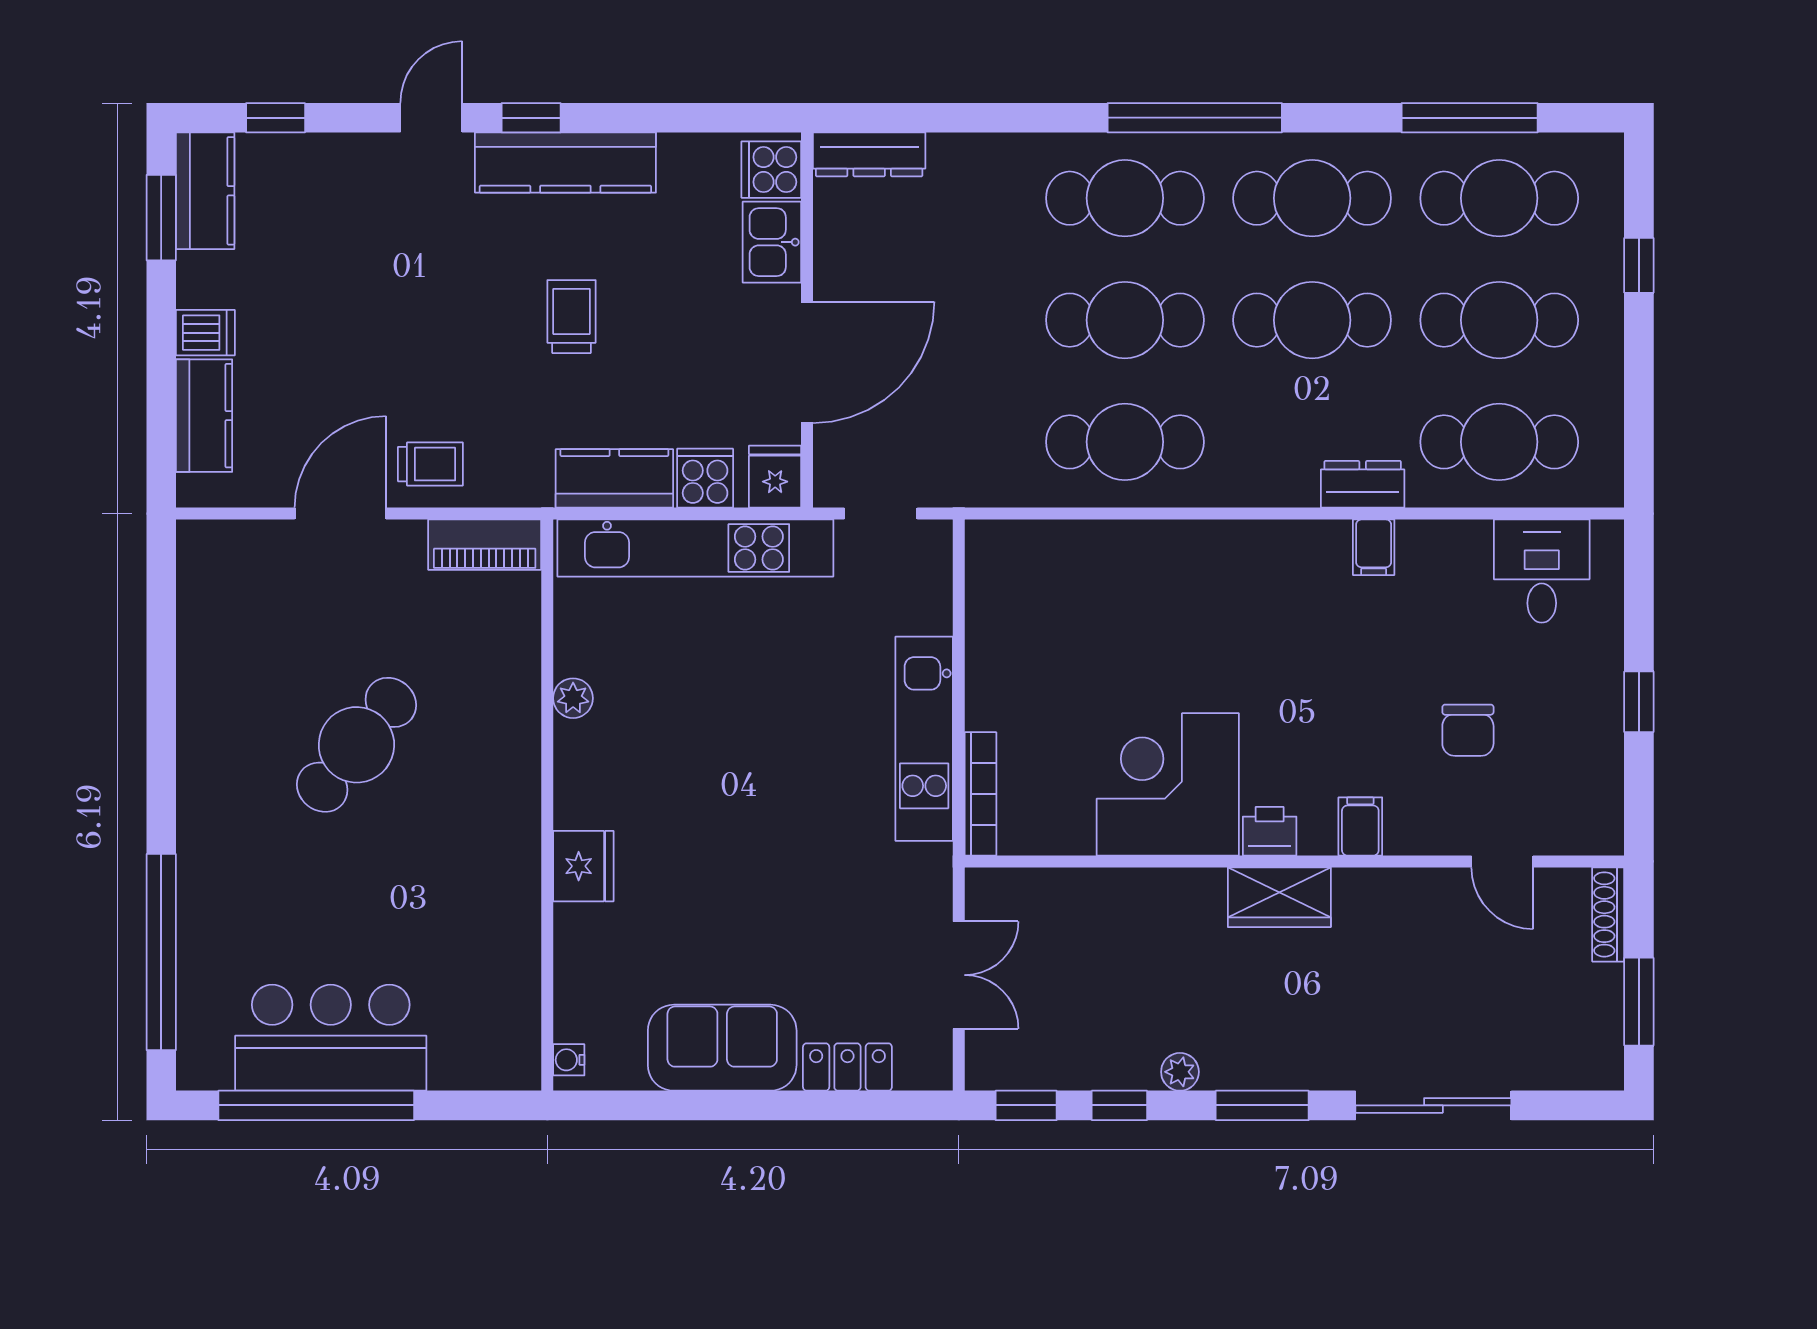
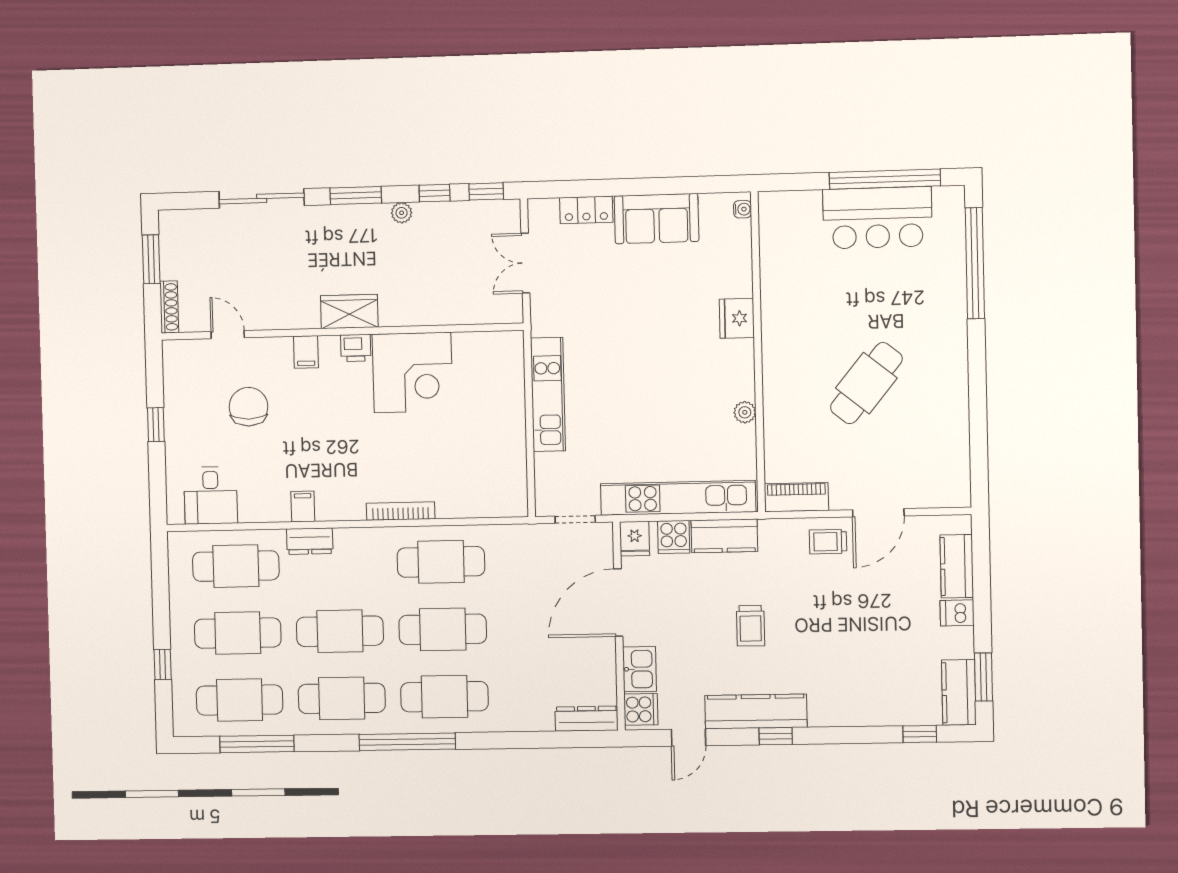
door: (431, 118) -> (688, 737), moved
chair: (1468, 730) -> (248, 407), width x1.37, depth x1.37
bookcase: (981, 794) -> (401, 511), moved, turned 90

